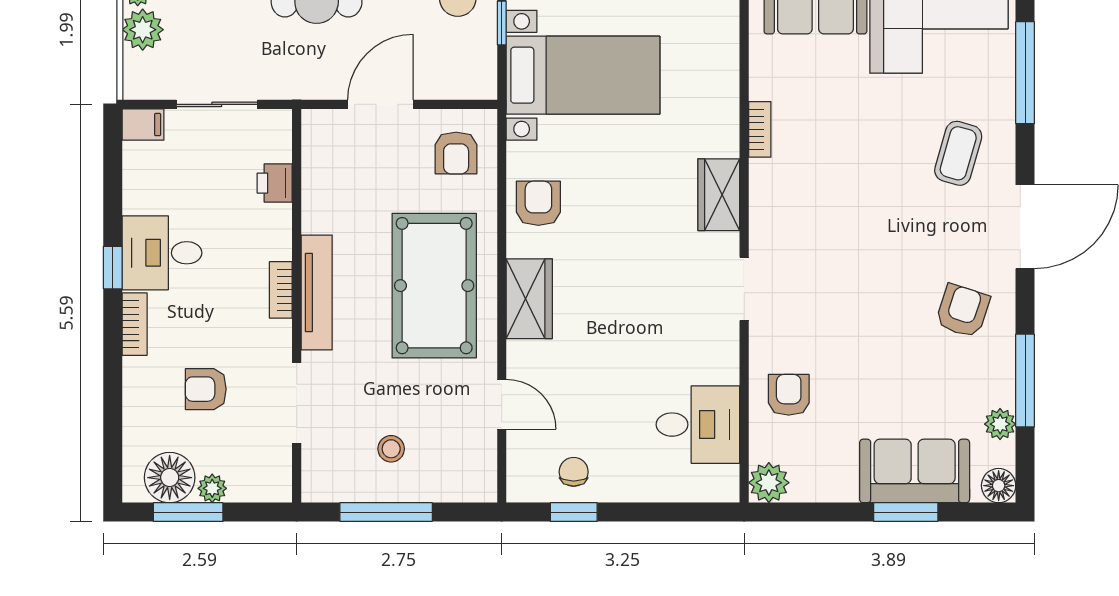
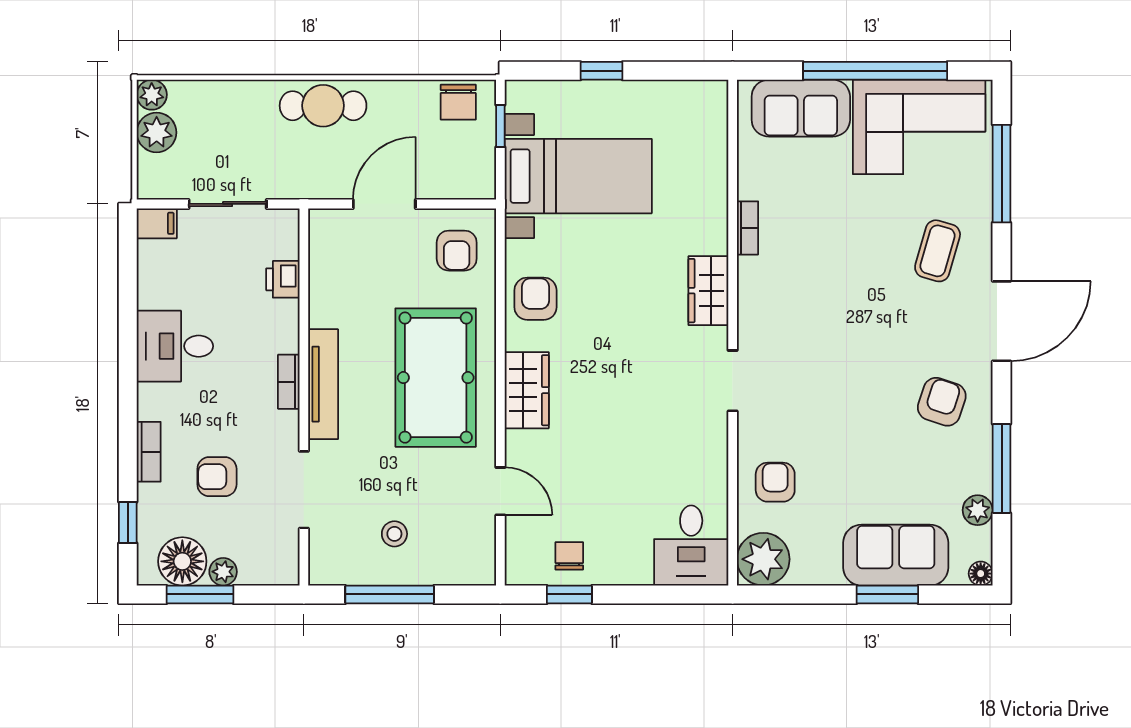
window: (113, 268) -> (128, 523), moved
bookcase: (135, 324) -> (149, 452), moved
desk: (698, 425) -> (691, 545), moved, turned 90
plant: (769, 483) -> (763, 559), width x1.36, depth x1.36
floor lamp: (999, 486) -> (981, 574), width x0.73, depth x0.73

